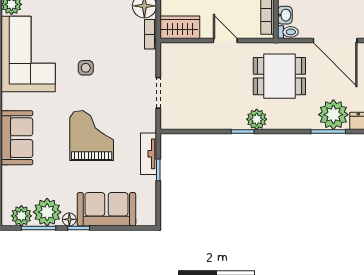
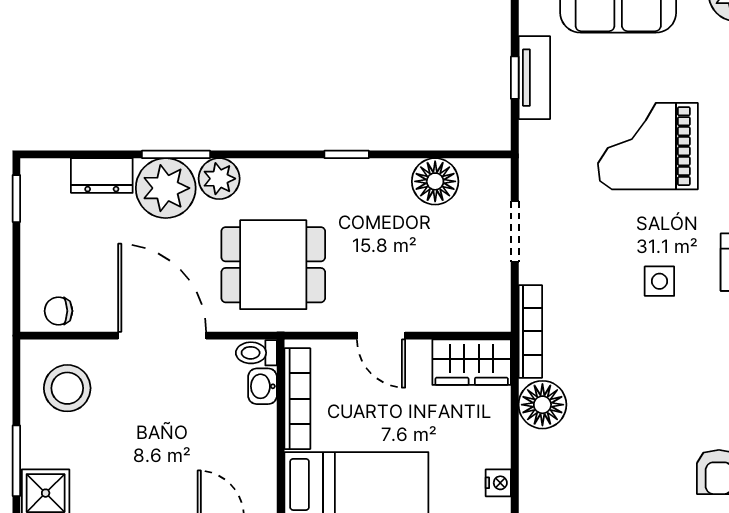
bookcase: (150, 34) -> (530, 331), width x1.56
floor lamp: (198, 118) -> (435, 181), added
plant: (257, 119) -> (219, 179), moved
grand piano: (92, 136) -> (648, 146), turned 90
tv unit: (148, 154) -> (534, 78), moved

